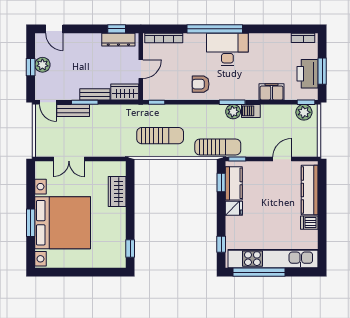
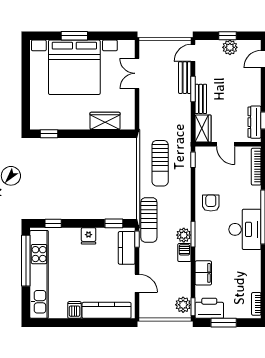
printer: (308, 74) -> (209, 308), moved
kitchen counter: (234, 183) -> (127, 248), moved, turned 90

